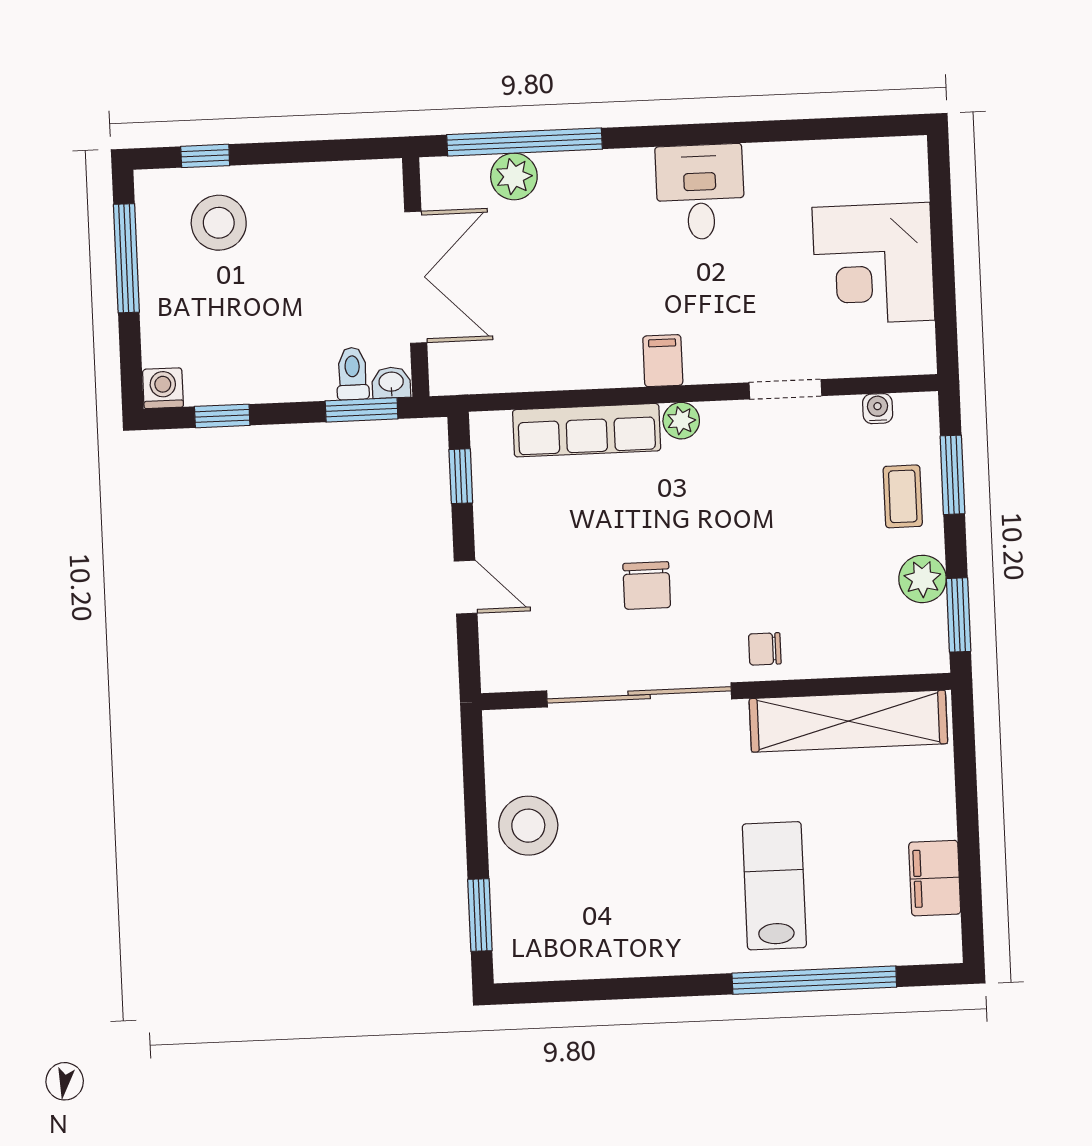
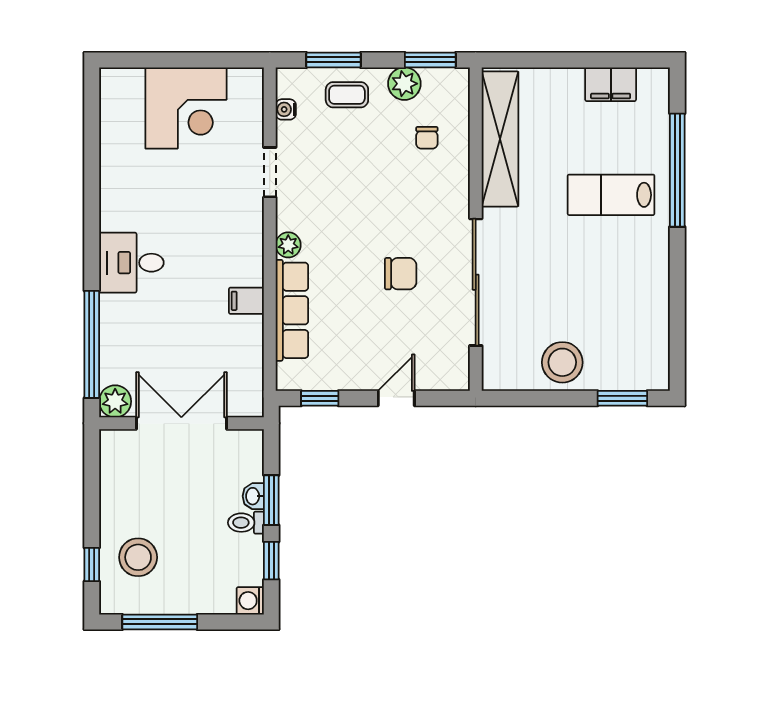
plant: (514, 176) -> (115, 401), moved
desk: (700, 192) -> (131, 263), moved
filing cabinet: (663, 361) -> (246, 301), moved
toilet: (352, 374) -> (246, 523), moved
washbasin: (391, 383) -> (253, 496), moved
window: (362, 410) -> (271, 500), moved
chair: (765, 649) -> (427, 138), moved

